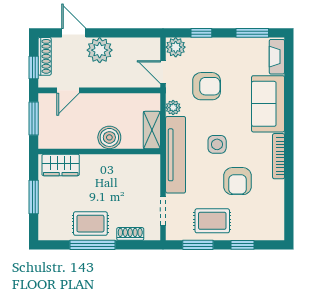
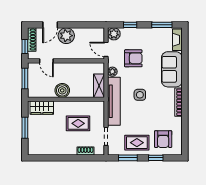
door: (74, 33) -> (50, 25), swing flipped
door: (68, 90) -> (46, 61), hinge flipped
boiler: (109, 137) -> (62, 90), moved
armchair: (237, 181) -> (163, 139), moved
rug: (90, 224) -> (78, 123), moved
window: (93, 245) -> (62, 158), removed

